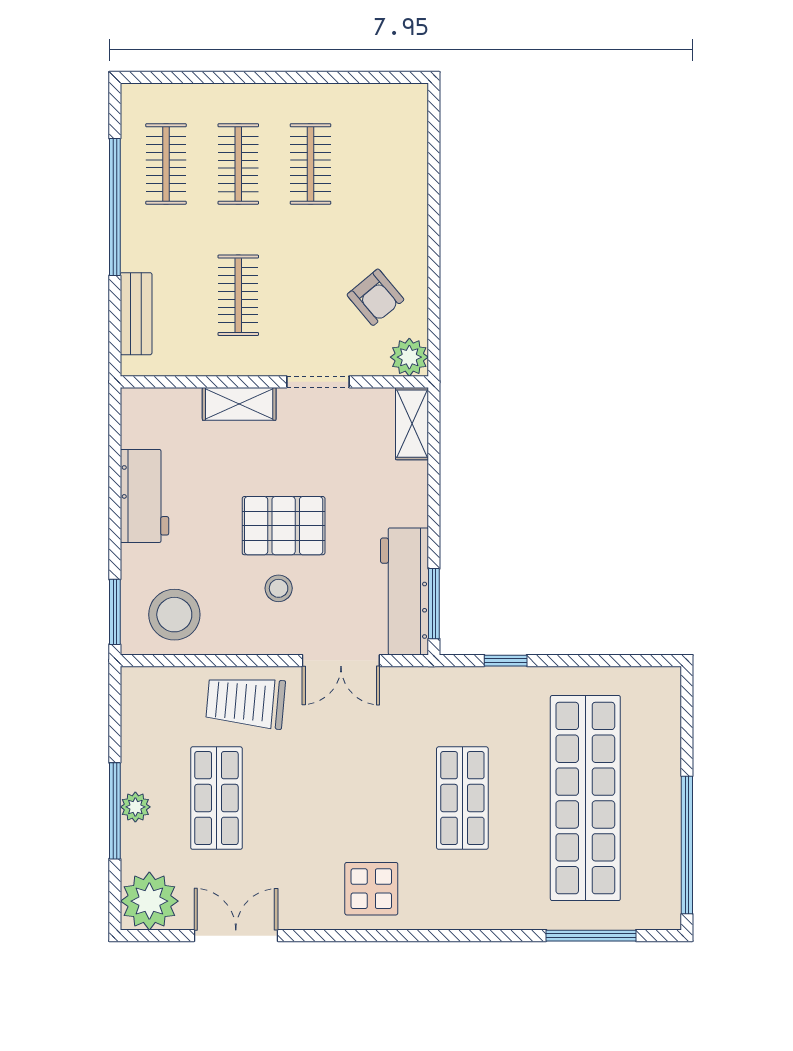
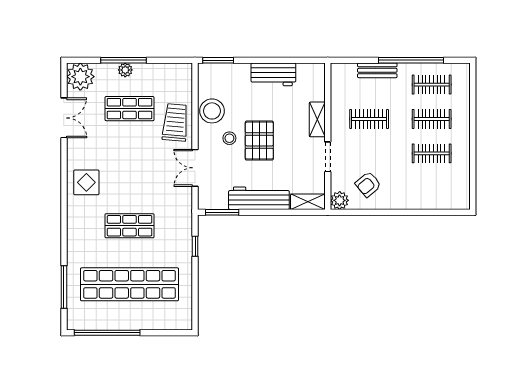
bench: (136, 314) -> (377, 70), moved
workbench: (405, 591) -> (259, 198), moved
stool: (174, 615) -> (212, 111), moved

